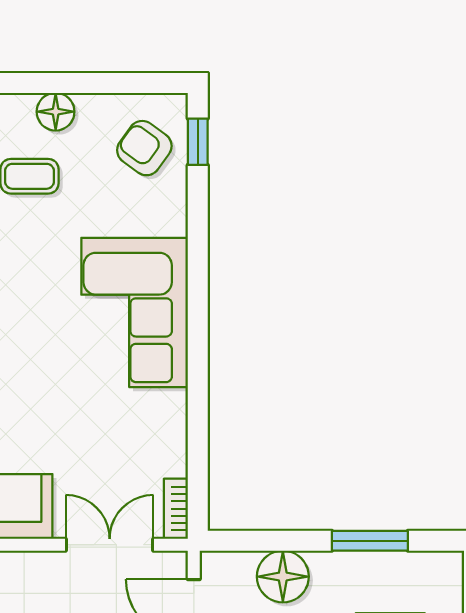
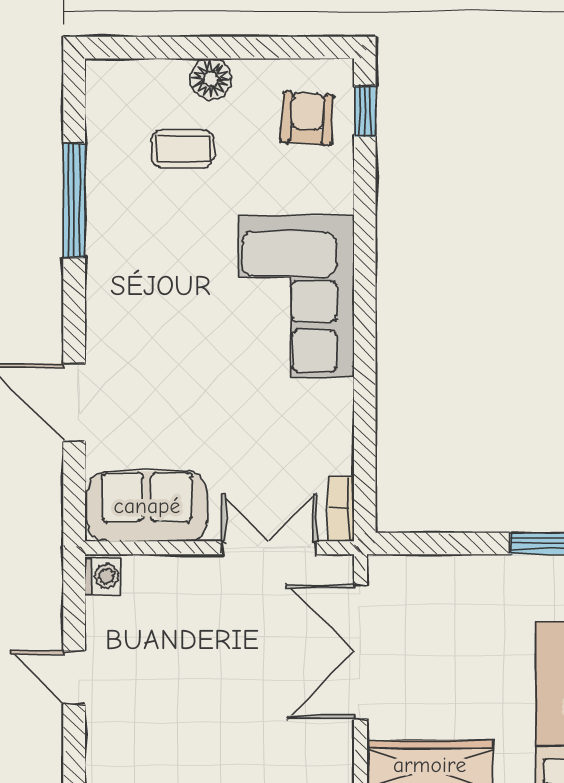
armchair: (144, 148) -> (307, 118), turned 58
floor lamp: (283, 577) -> (457, 582), removed

